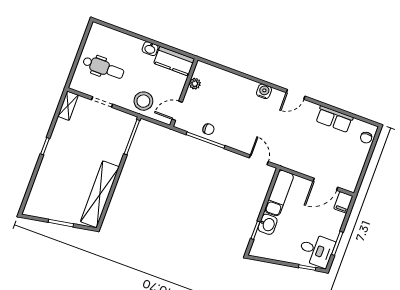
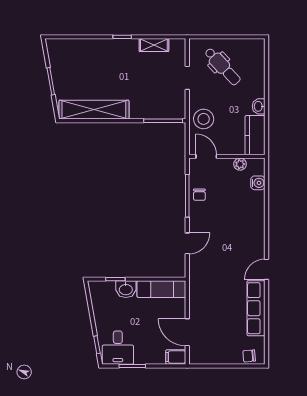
dental chair: (103, 68) -> (222, 66), turned -43
water cooler: (264, 91) -> (258, 183), moved
door: (296, 94) -> (266, 269), hinge flipped
shelving: (68, 106) -> (154, 45), moved
row of seats: (334, 119) -> (256, 308), width x1.48
door: (259, 160) -> (187, 243), moved

